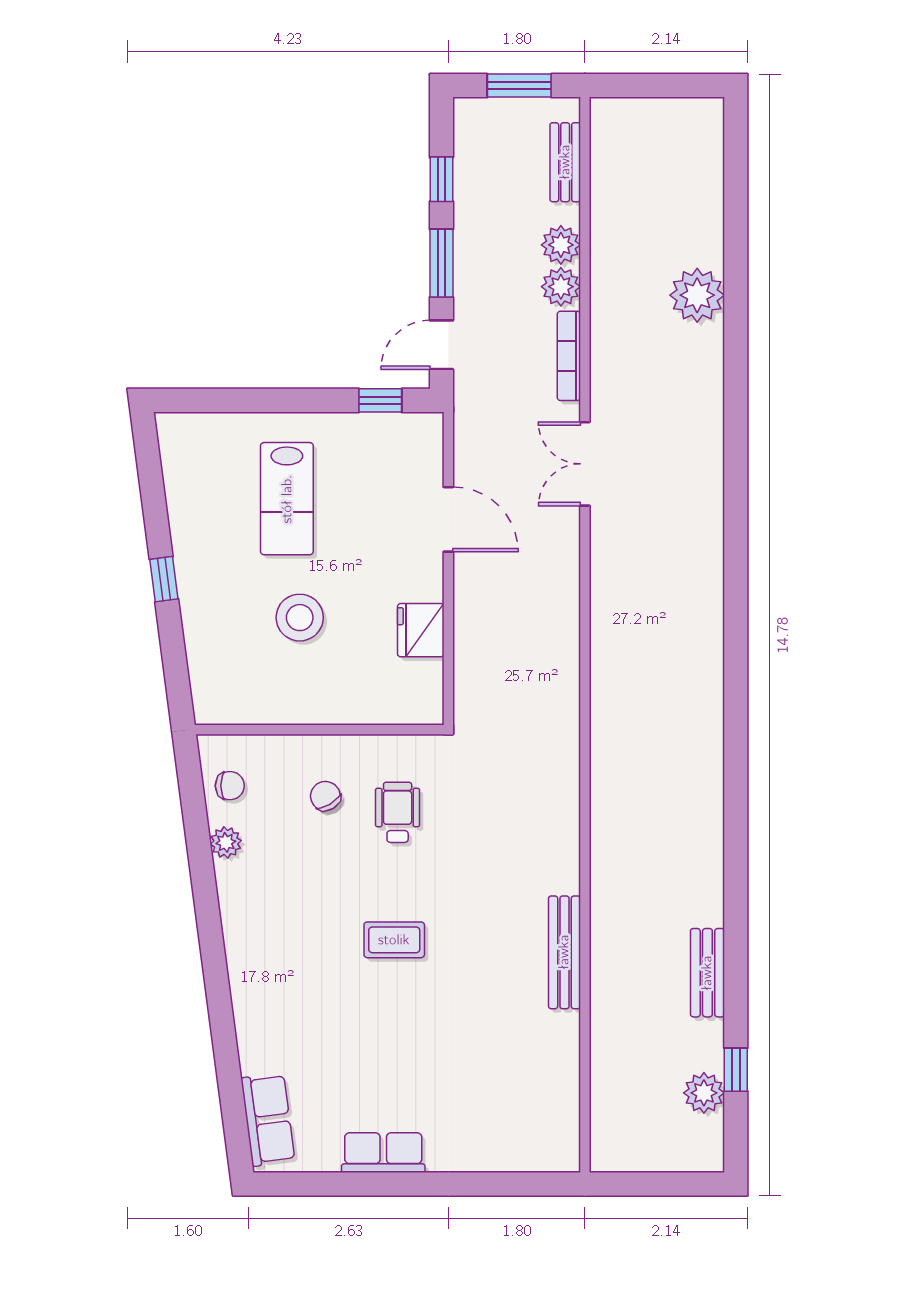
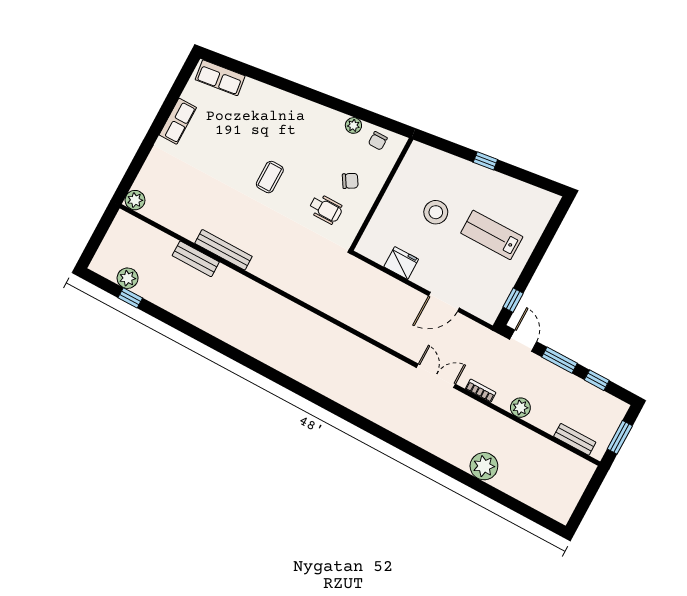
plant: (561, 245) -> (135, 200), moved
bookcase: (569, 356) -> (481, 391), width x0.64
bench: (707, 973) -> (196, 259), moved

